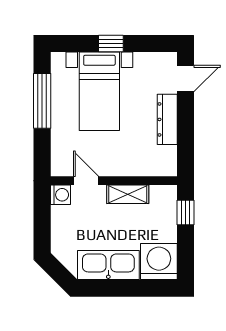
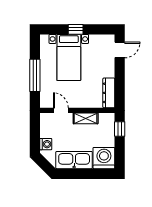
window: (42, 101) -> (35, 75), moved
dresser: (167, 119) -> (109, 93), moved
washing machine: (60, 195) -> (46, 144), moved

